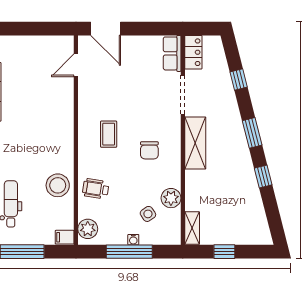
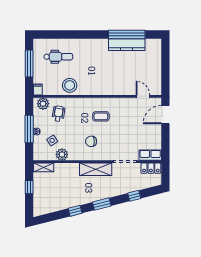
wheelchair: (96, 189) -> (58, 114), moved

